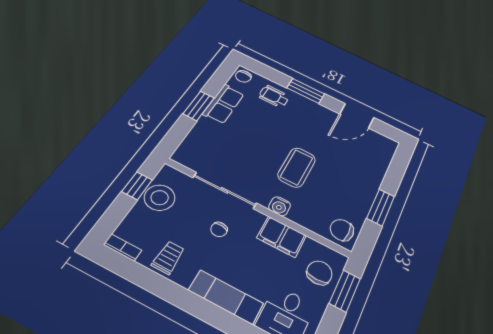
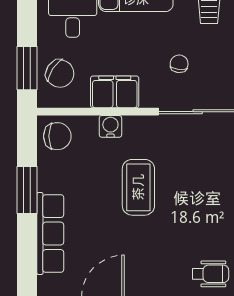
row of seats: (375, 173) -> (50, 234), added
water cooler: (280, 206) -> (110, 126), moved
chair: (319, 273) -> (60, 74), turned -56

